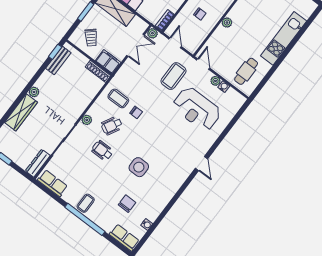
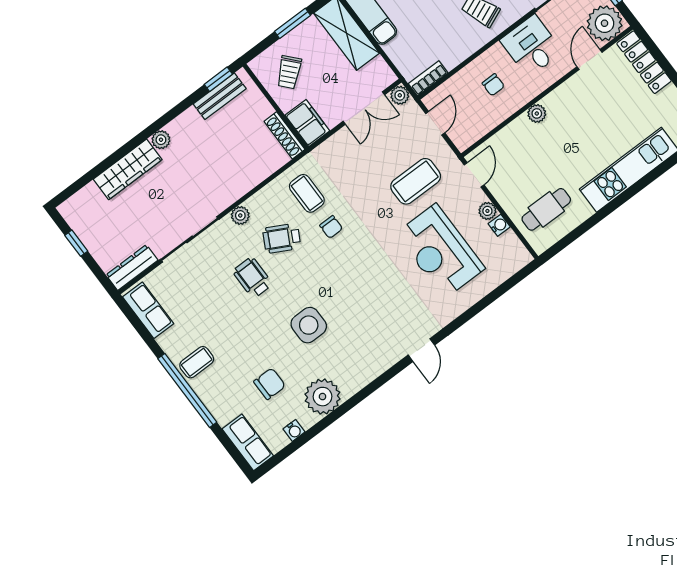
plant: (157, 203) -> (323, 397), added

